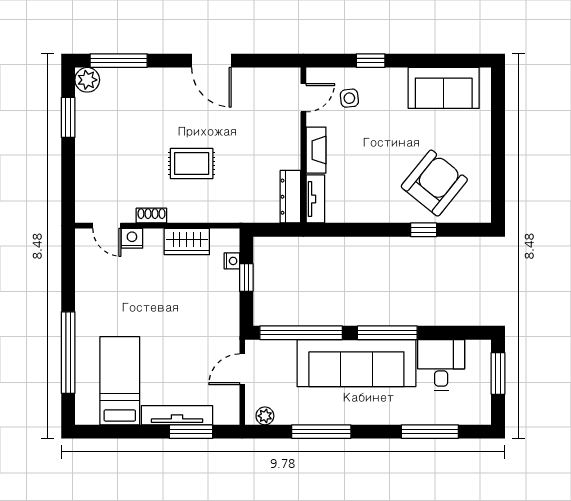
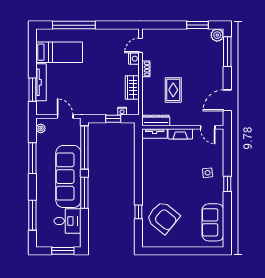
door: (303, 98) -> (208, 127), moved
wall: (303, 145) -> (183, 127), moved
fireplace: (316, 150) -> (180, 134), moved
dresser: (290, 197) -> (156, 120), moved
tv unit: (315, 199) -> (155, 134), moved

